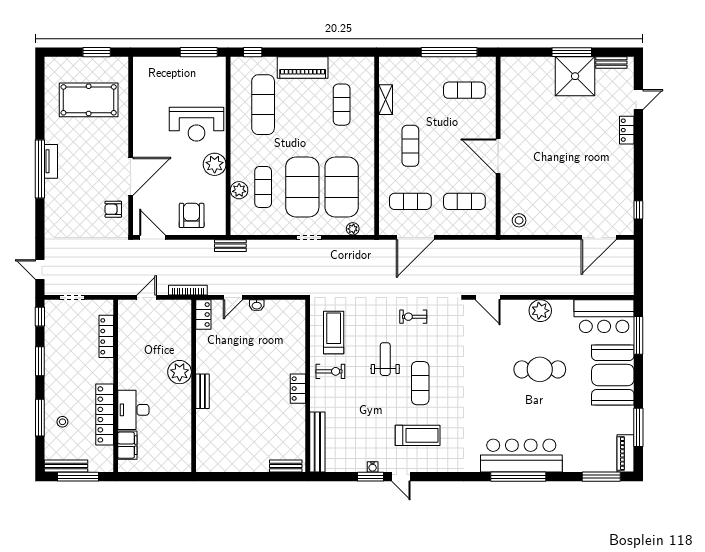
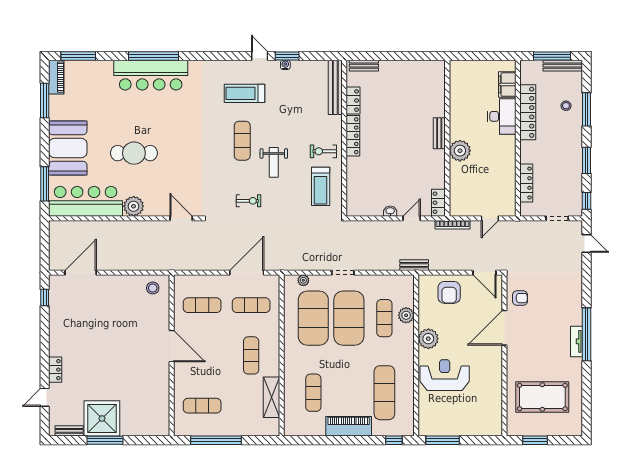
shelving: (386, 100) -> (271, 397), width x1.50, depth x1.33
bar counter: (604, 316) -> (86, 201), width x1.36
locker: (298, 389) -> (353, 136), width x1.53
locker: (298, 427) -> (353, 101), added

